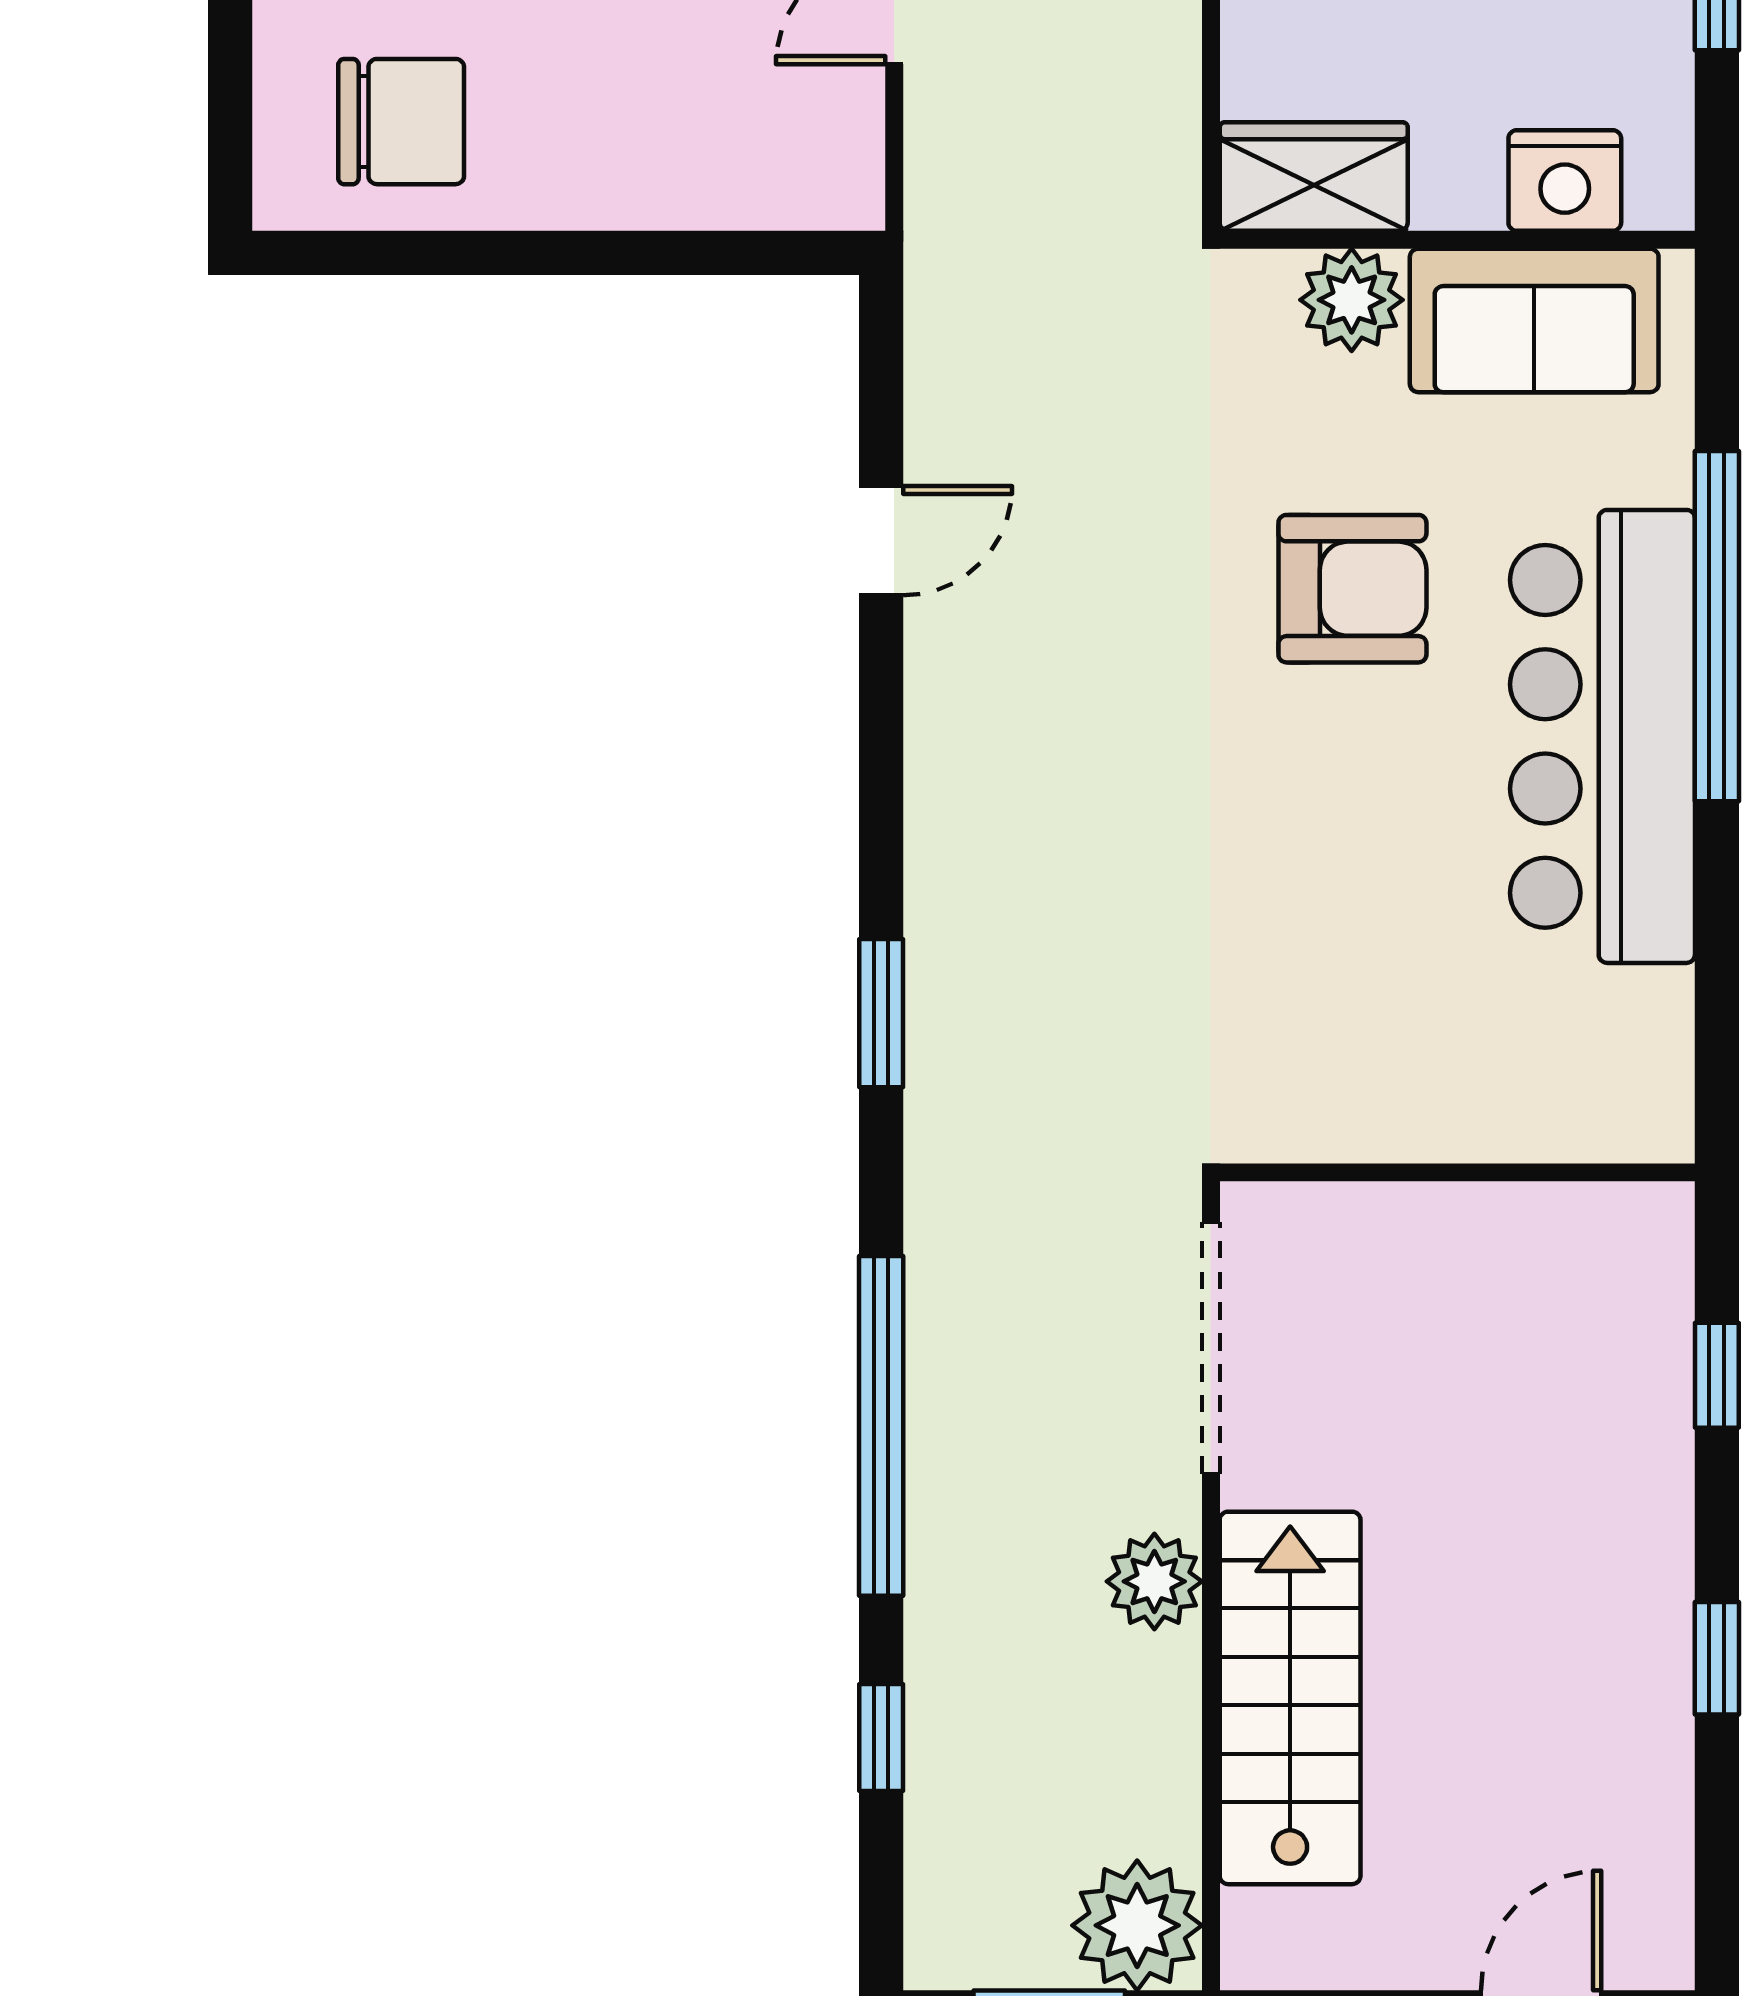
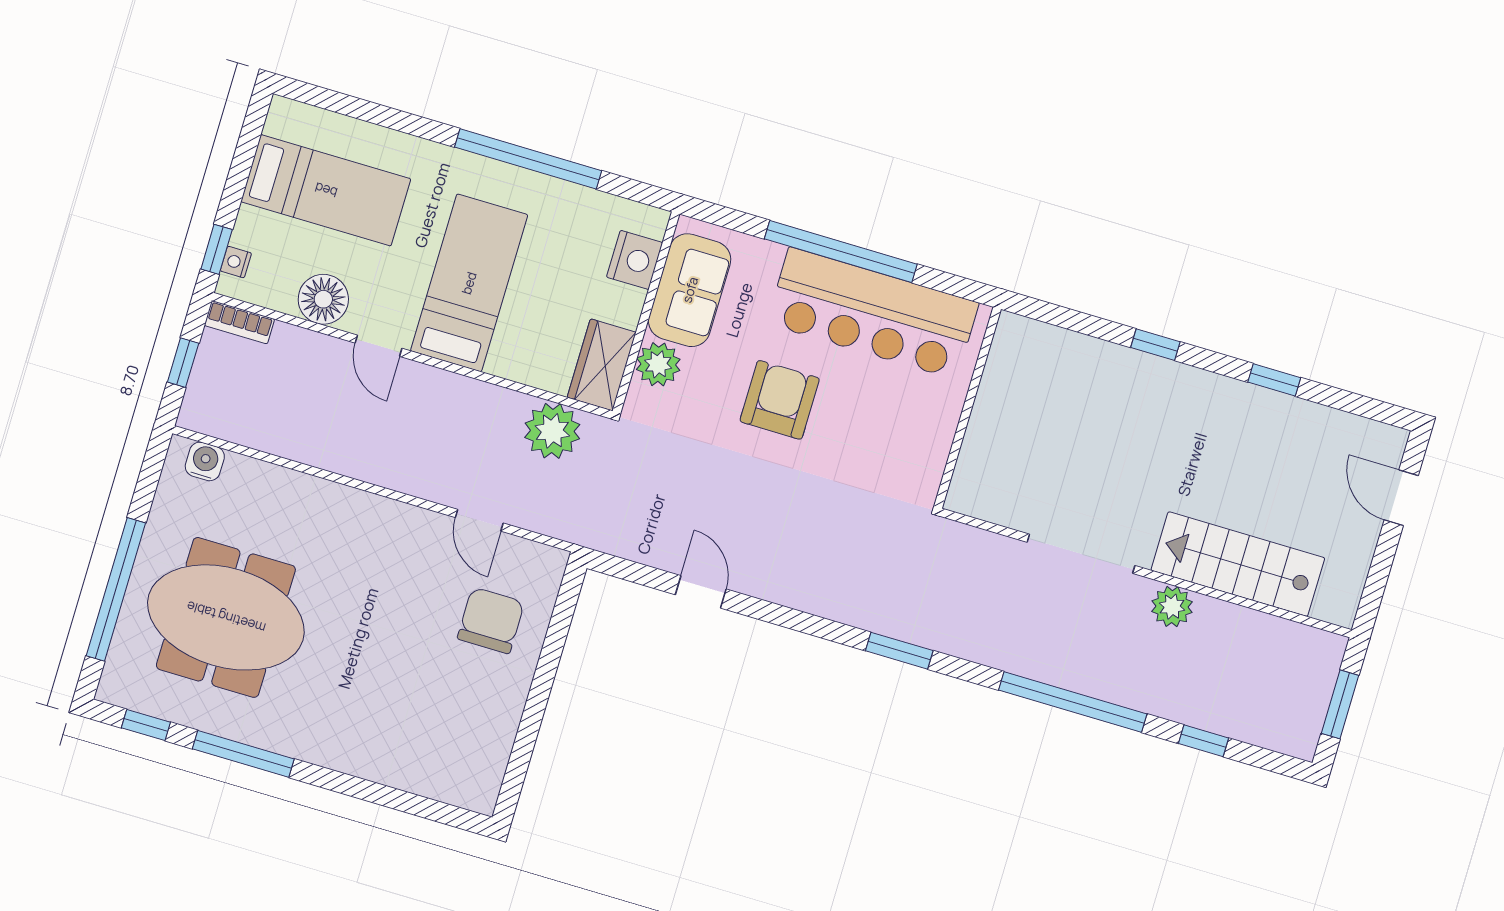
chair: (401, 122) -> (491, 620), moved
wall: (1457, 1172) -> (968, 408), moved
plant: (1137, 1925) -> (552, 431), moved

